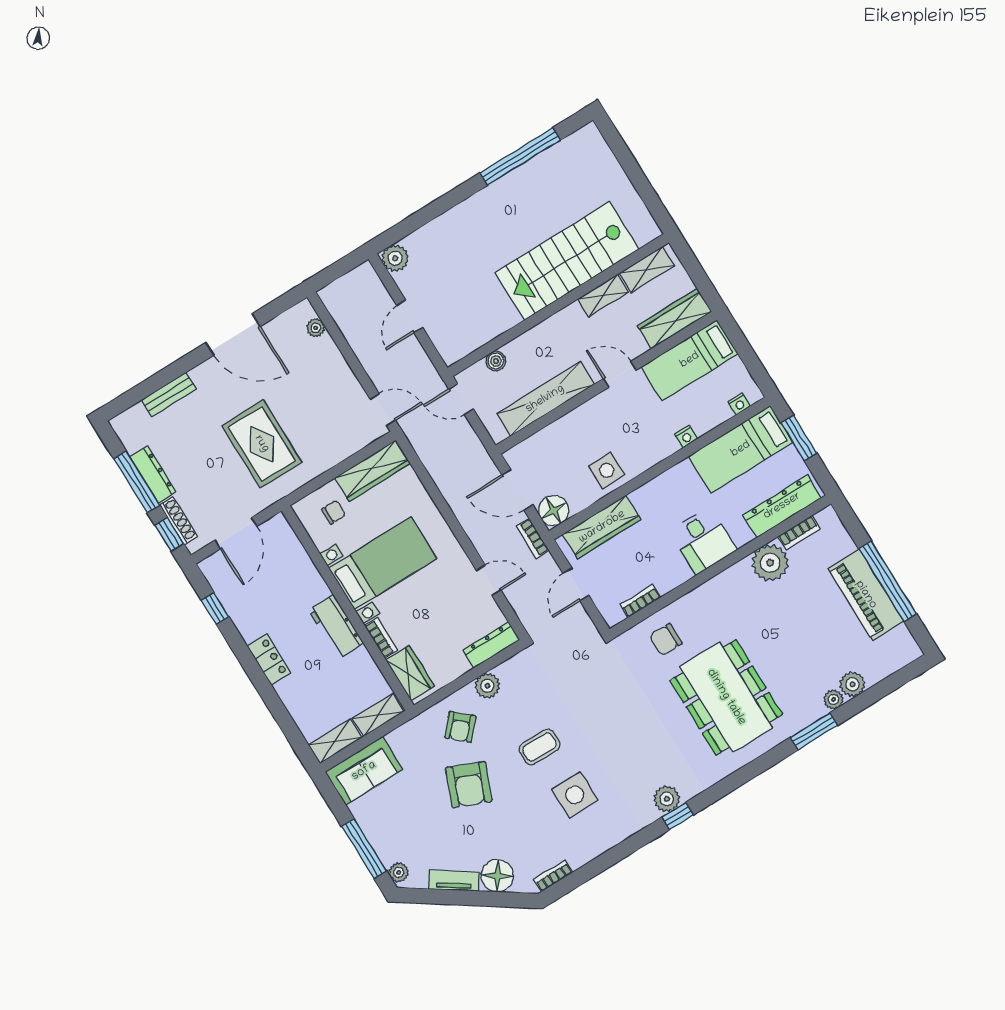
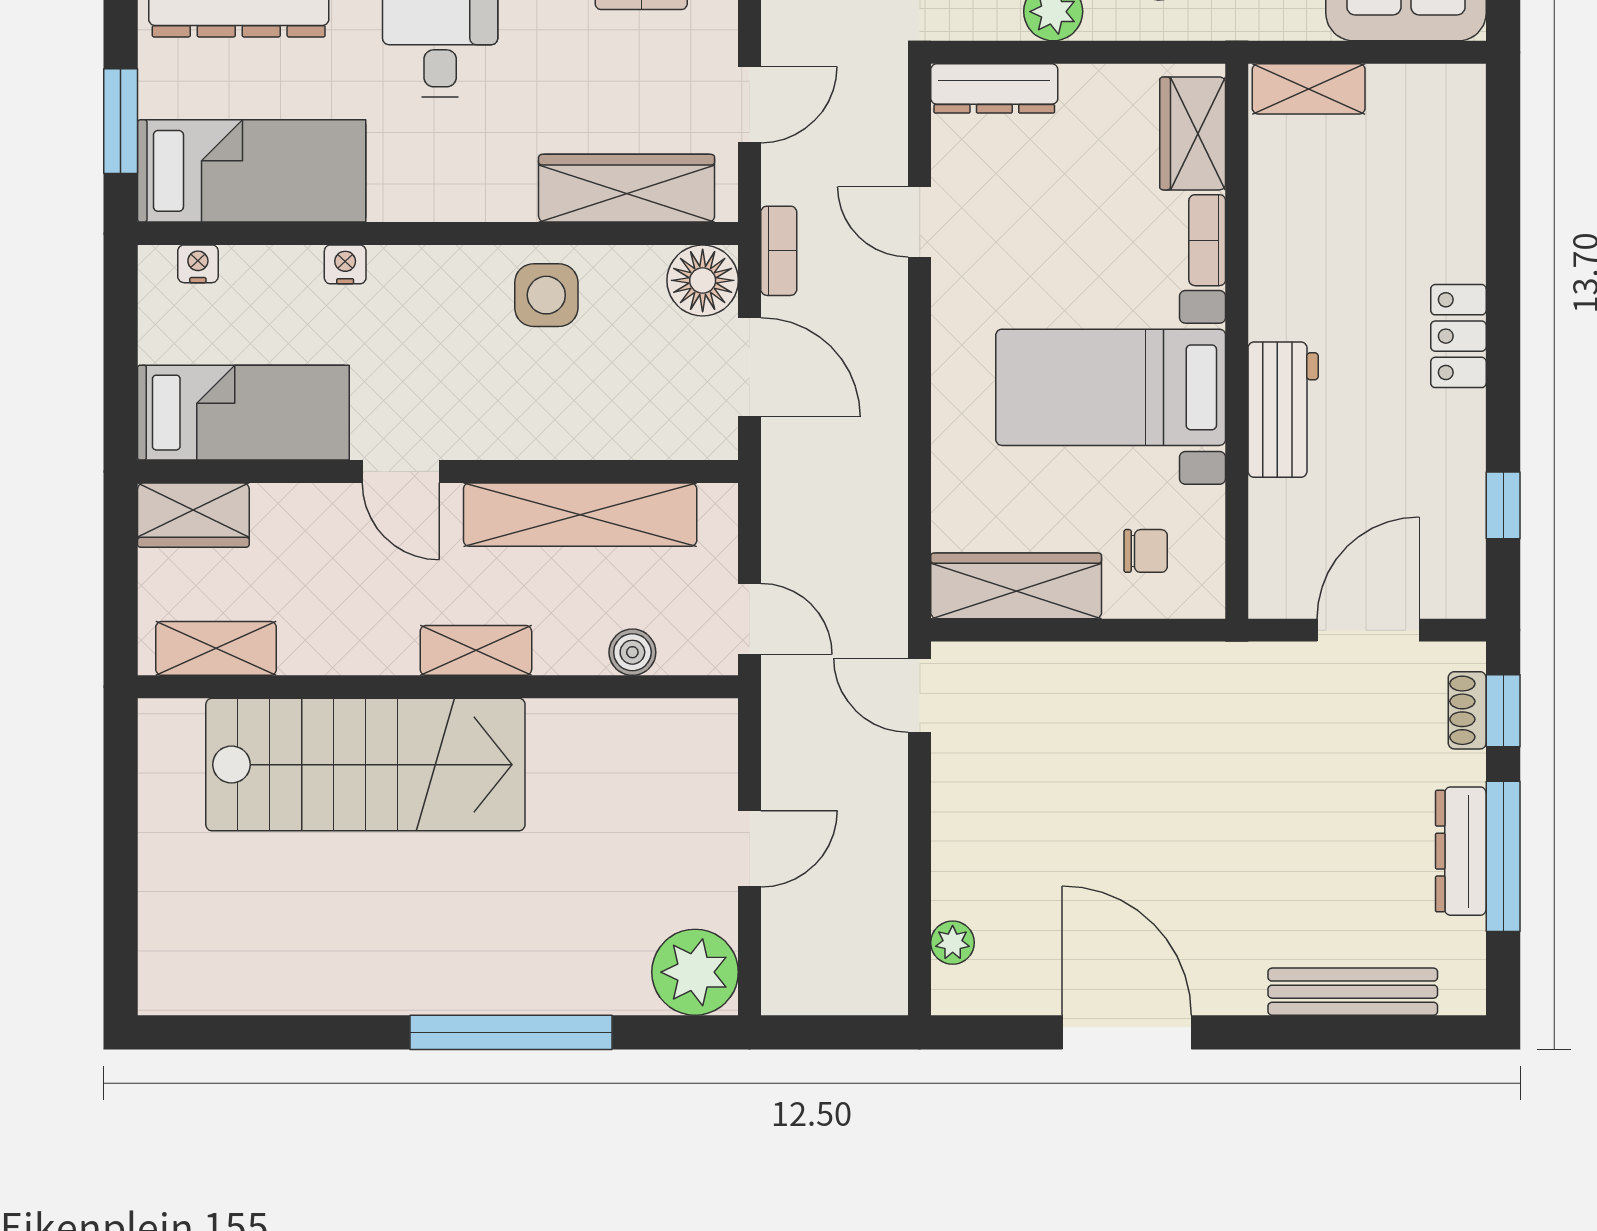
window: (520, 156) -> (511, 1032), moved
plant: (395, 258) -> (695, 972), width x1.36, depth x1.36
shelving: (603, 296) -> (476, 650), moved
wardrobe: (675, 319) -> (193, 515), width x0.67
bench: (169, 395) -> (1353, 992), width x1.36
rug: (262, 444) -> (1205, 777), removed
chair: (334, 512) -> (1146, 551), turned 180
shoe rack: (178, 521) -> (1467, 710), width x0.70
workbench: (336, 627) -> (1283, 410), moved
shelving: (335, 741) -> (1428, 90), removed

